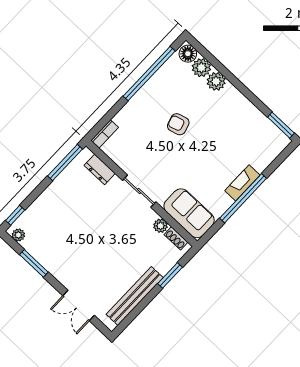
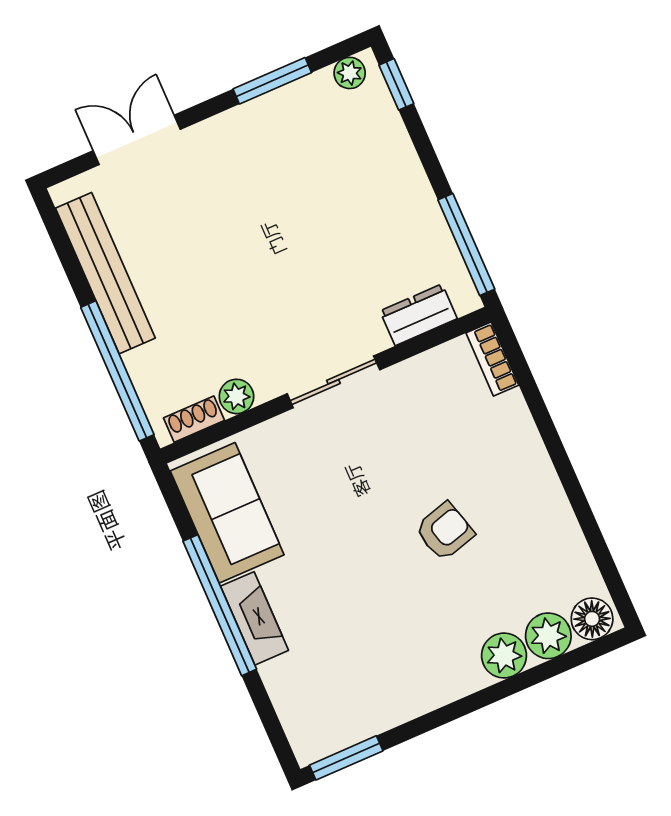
window: (149, 74) -> (584, 515), removed
sofa: (189, 213) -> (227, 513), moved, turned -90
window: (170, 275) -> (117, 371), width x2.11

